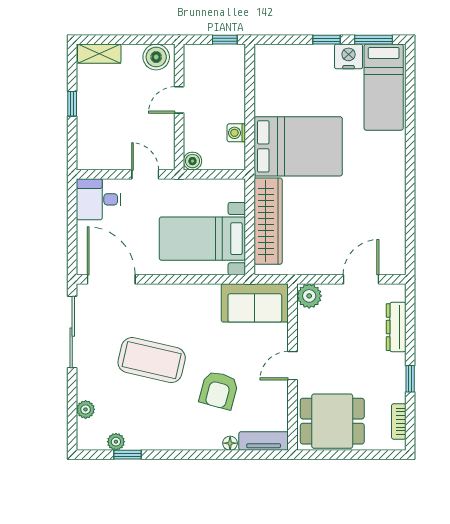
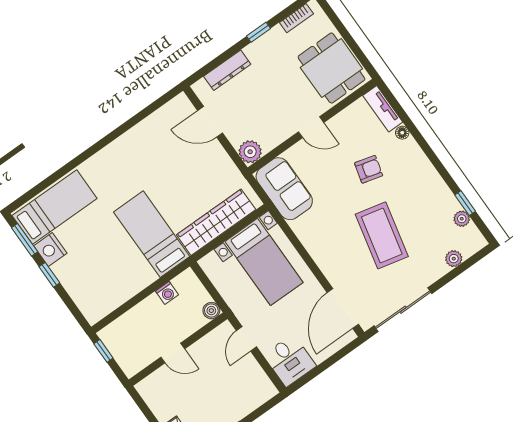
boiler: (156, 57) -> (153, 393), removed
bed: (298, 146) -> (152, 234), width x0.67
armchair: (219, 390) -> (369, 169), width x0.72, depth x0.72

